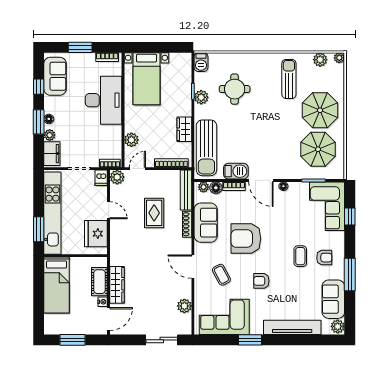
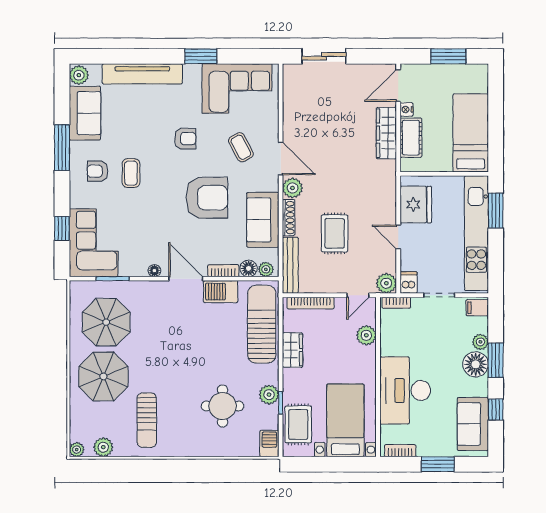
rug: (180, 76) -> (298, 424), added
floor lamp: (49, 119) -> (476, 364), width x1.89, depth x1.89
filing cabinet: (52, 154) -> (477, 308), width x0.50
plant: (184, 306) -> (292, 188), moved

